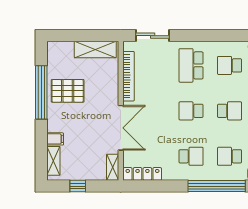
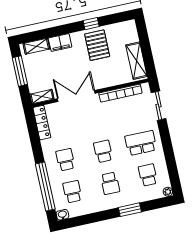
window: (41, 92) -> (91, 24), width x0.32
double door: (121, 128) -> (76, 96), swing flipped
filing cabinet: (55, 139) -> (60, 43), width x2.00
school desk: (191, 156) -> (65, 160), turned 180
window: (78, 186) -> (20, 71), width x2.17

